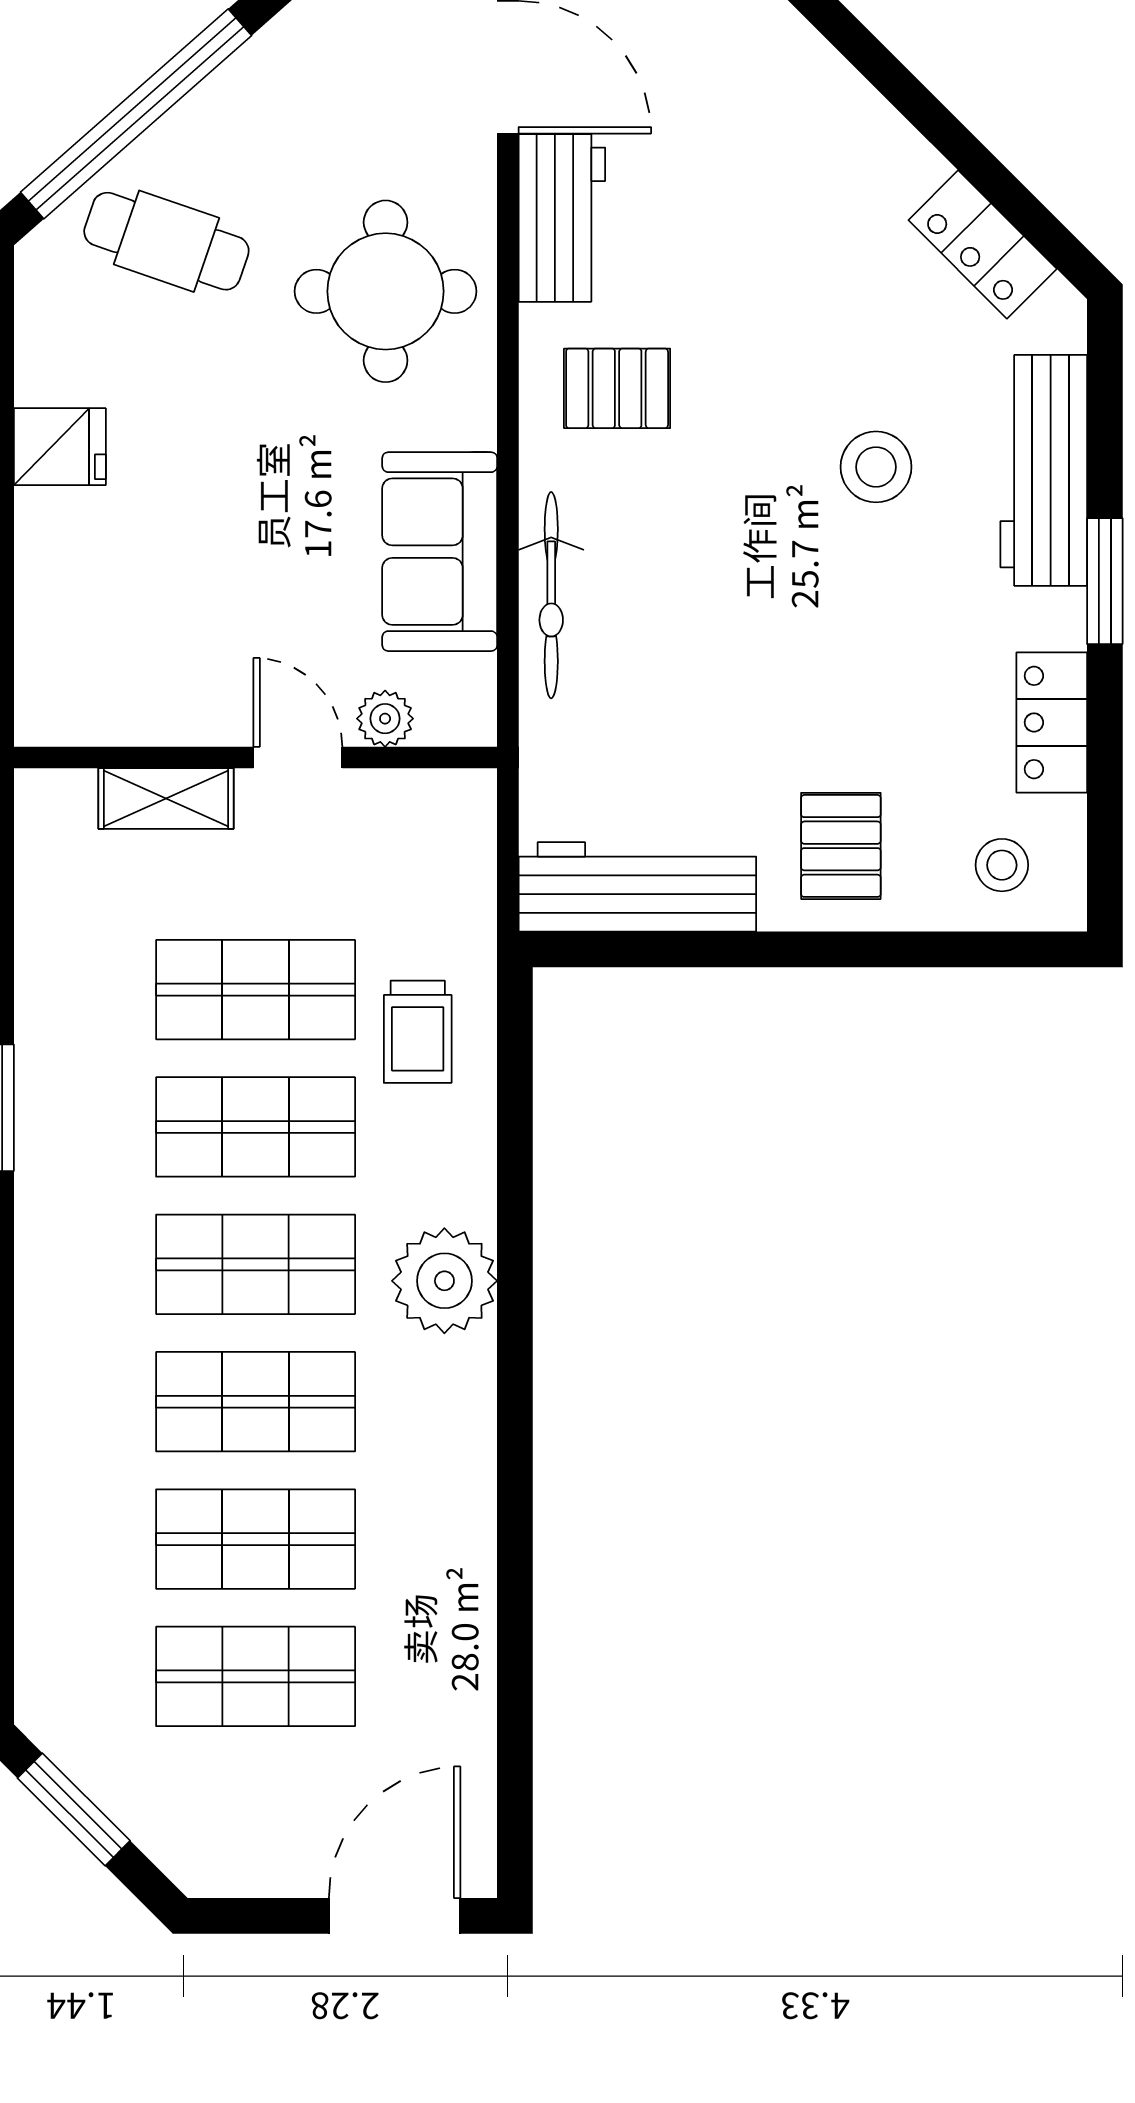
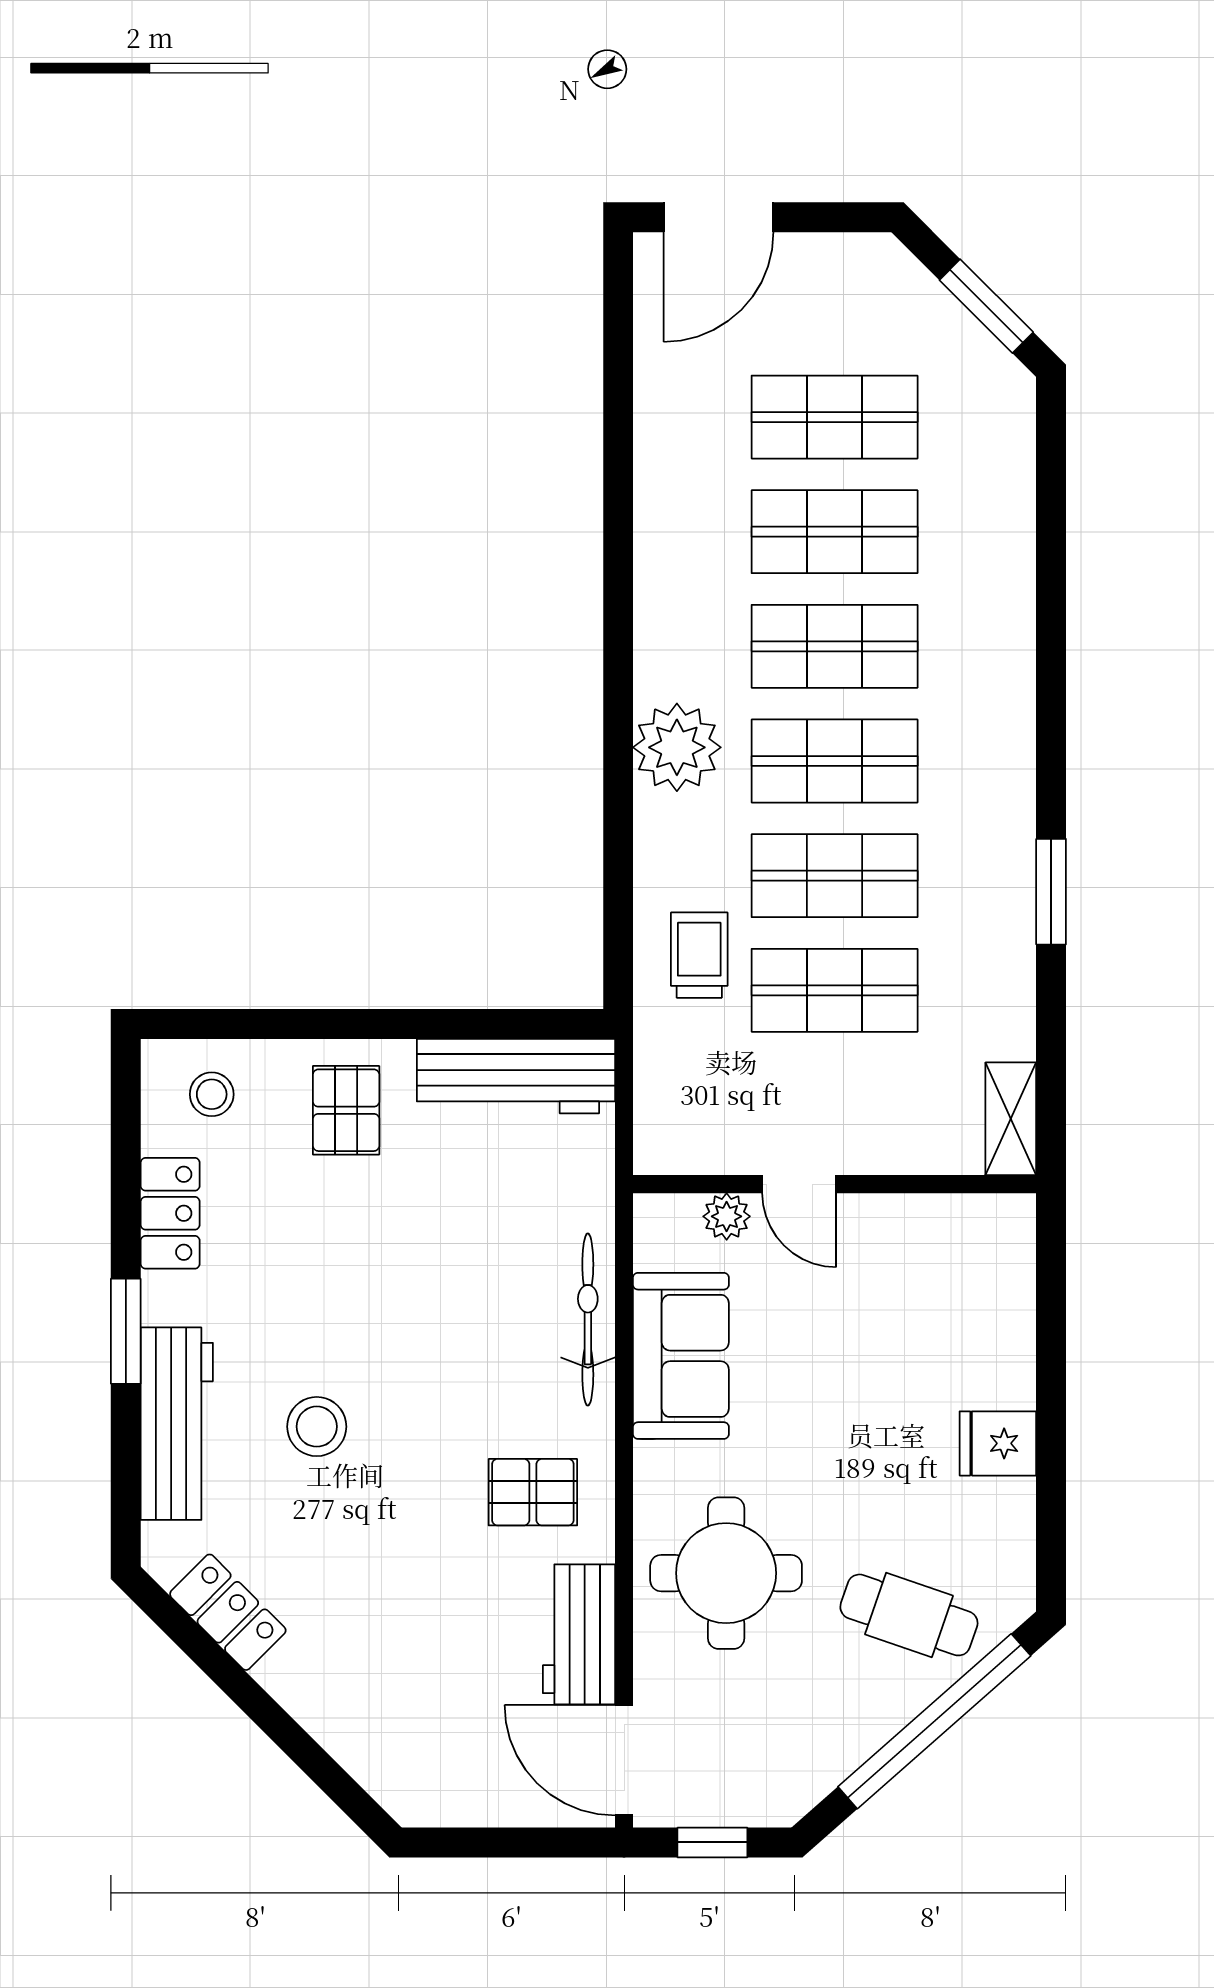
shelving: (166, 798) -> (1011, 1119), moved, turned 90

